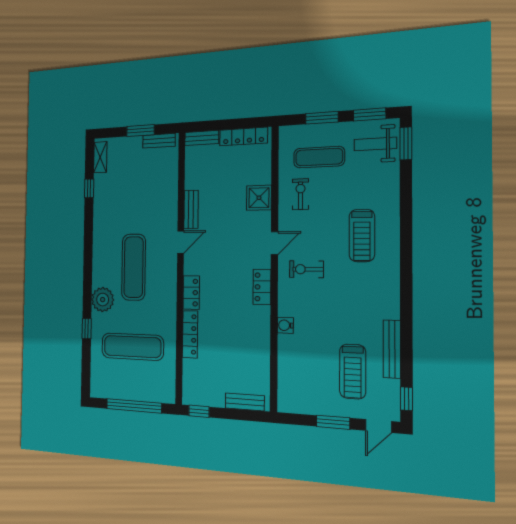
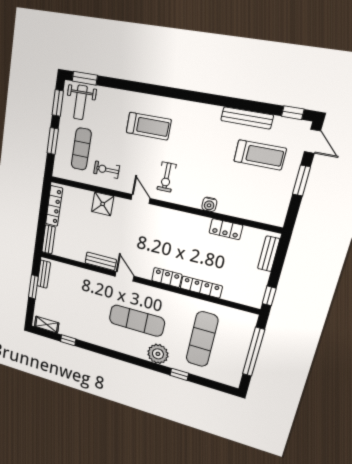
locker: (262, 287) -> (226, 229), moved

